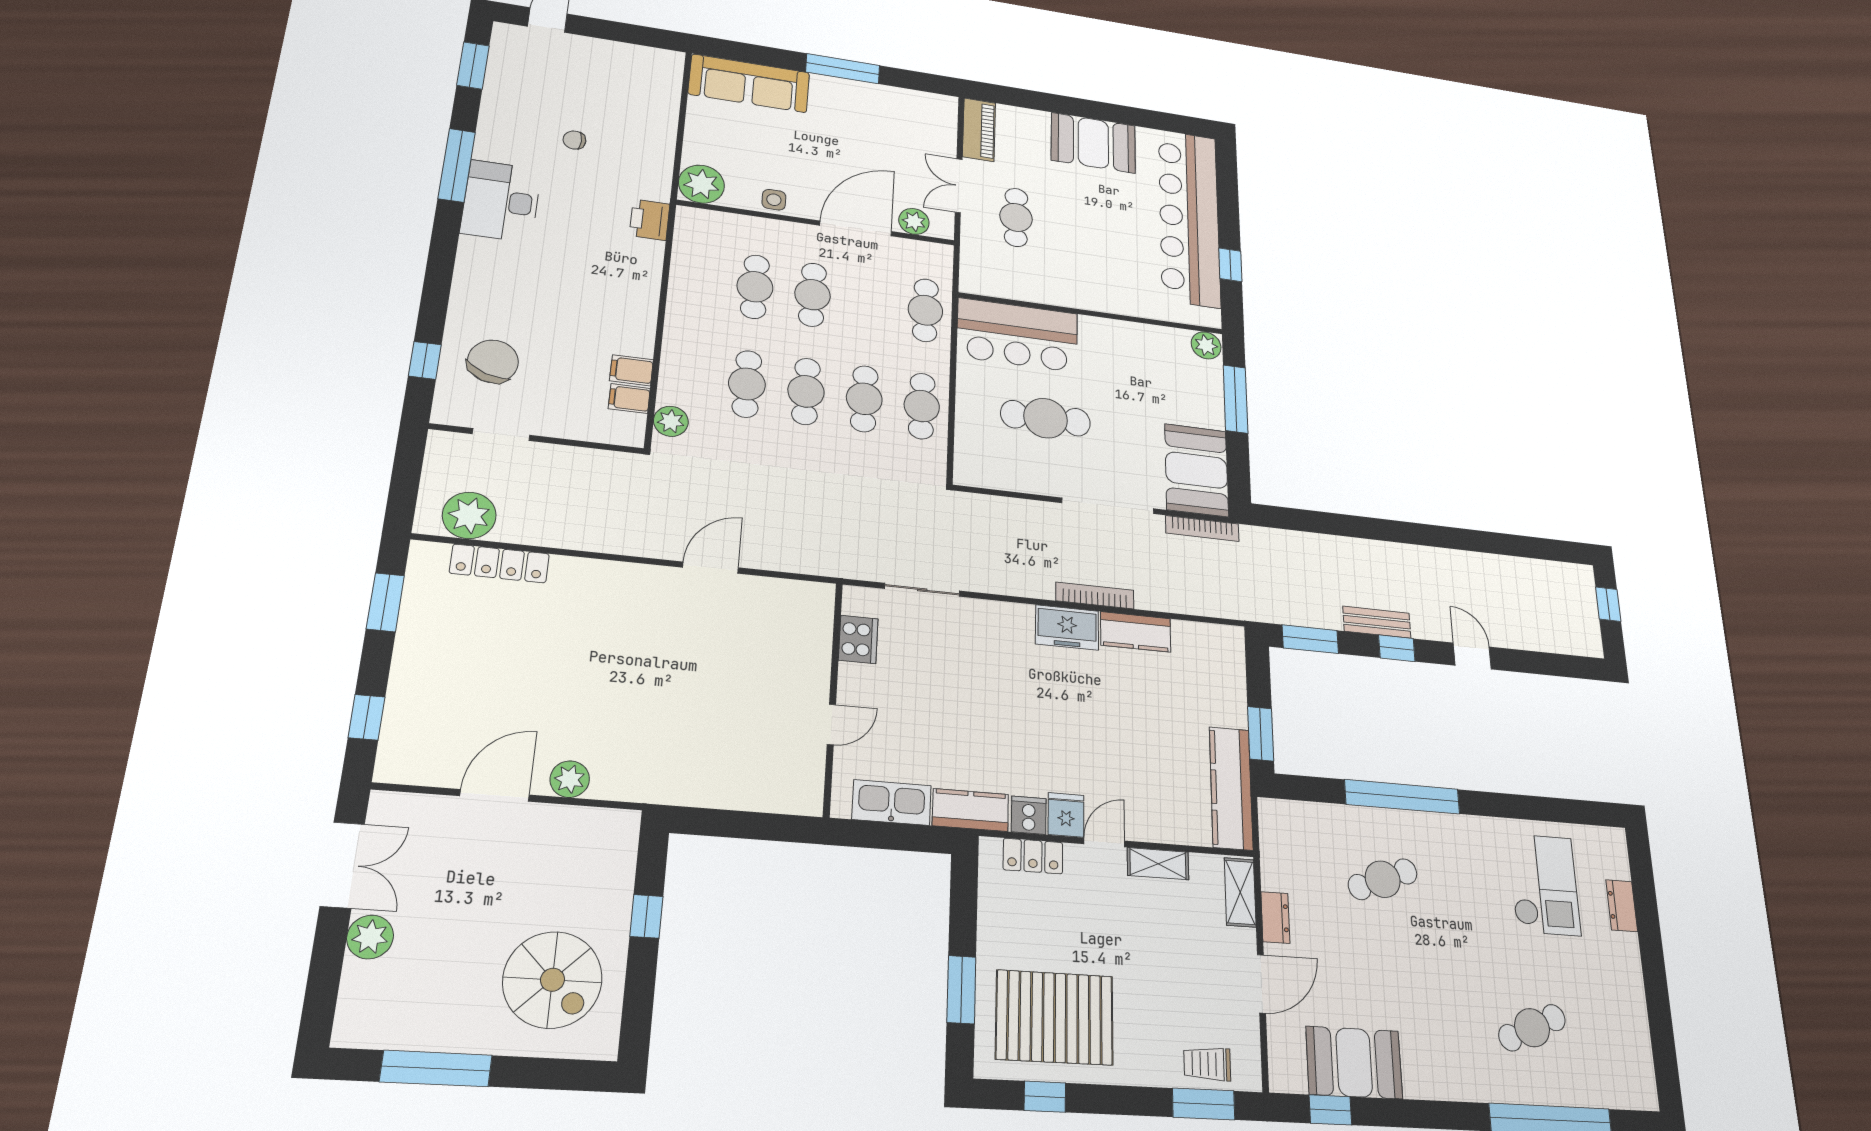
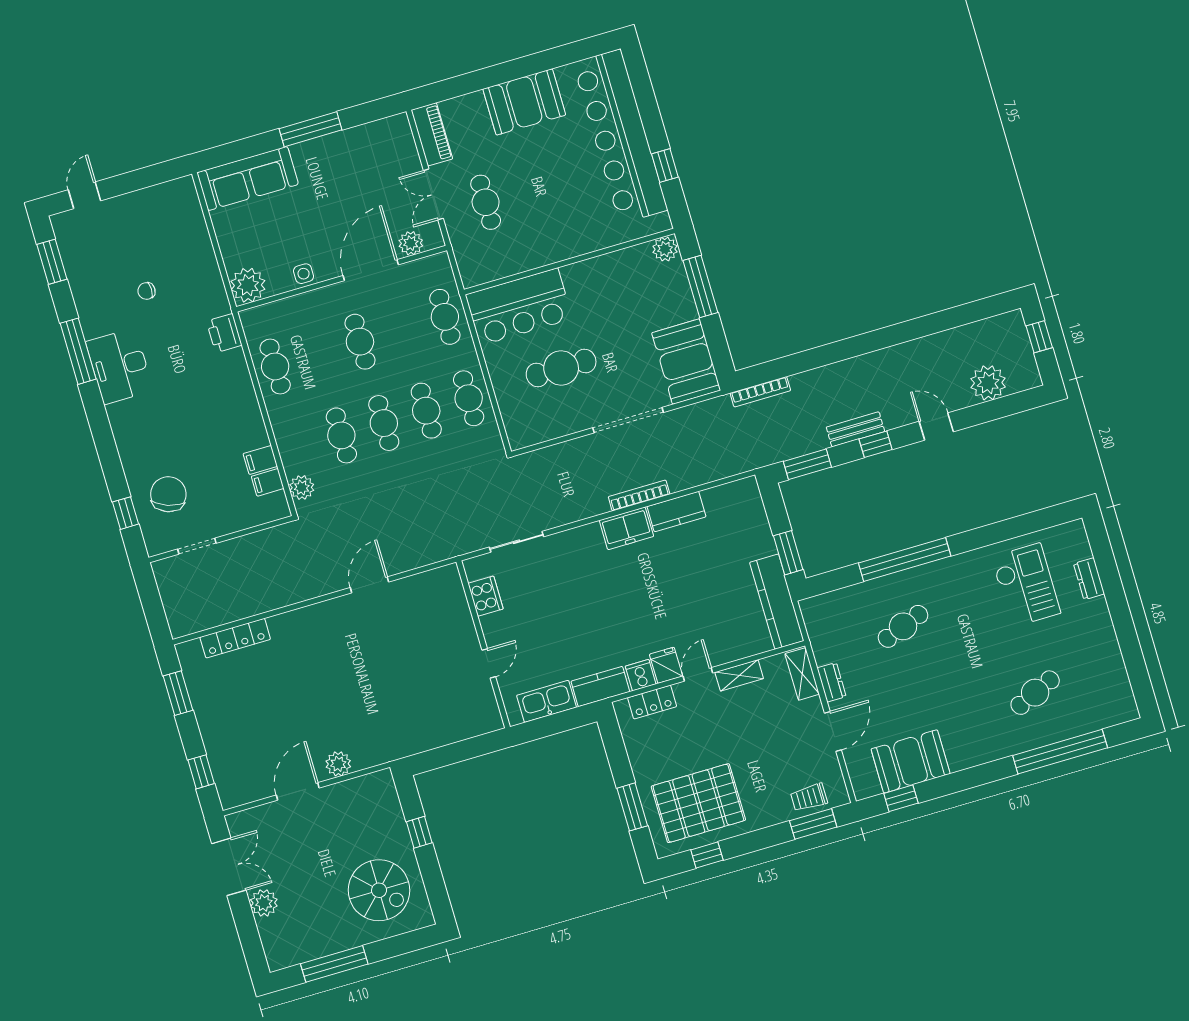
cafe table: (755, 287) -> (275, 366), moved
plant: (469, 515) -> (988, 383), moved
bookcase: (1202, 528) -> (760, 392), moved

